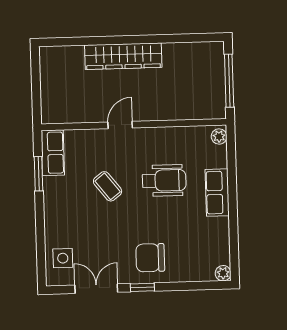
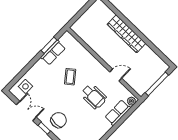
door: (120, 125) -> (116, 75), moved
row of seats: (53, 153) -> (53, 53), moved
row of seats: (217, 193) -> (118, 113), moved
chair: (150, 258) -> (59, 120), turned 90

